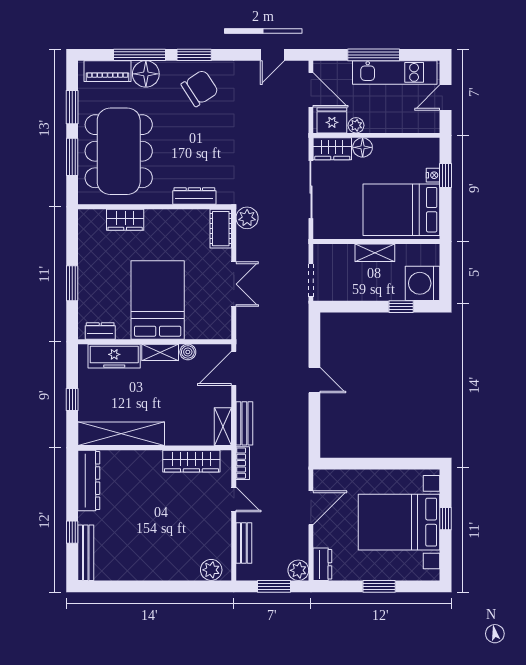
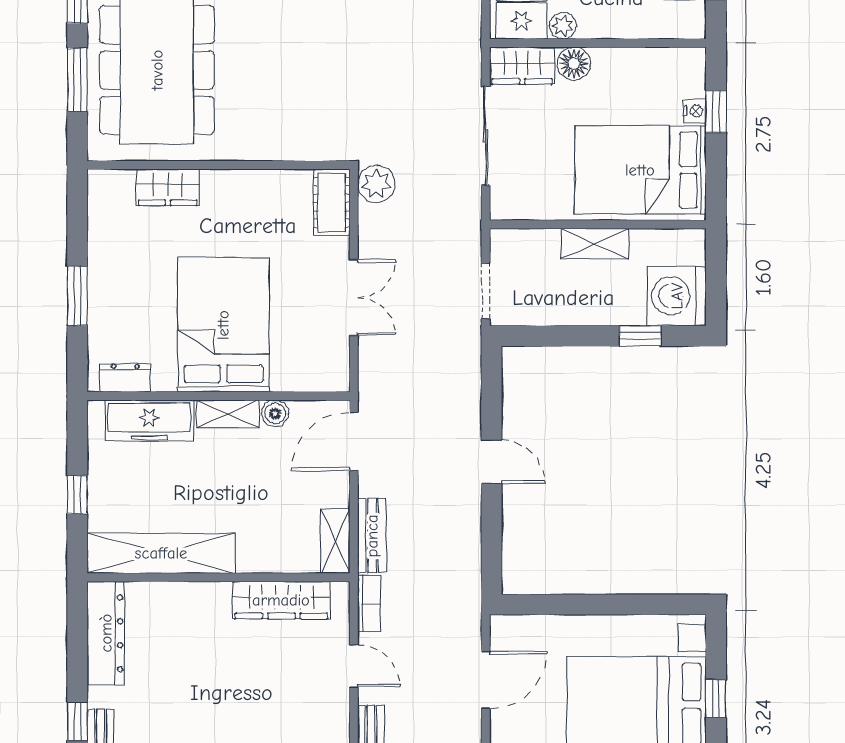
dresser: (194, 196) -> (286, 147), removed

